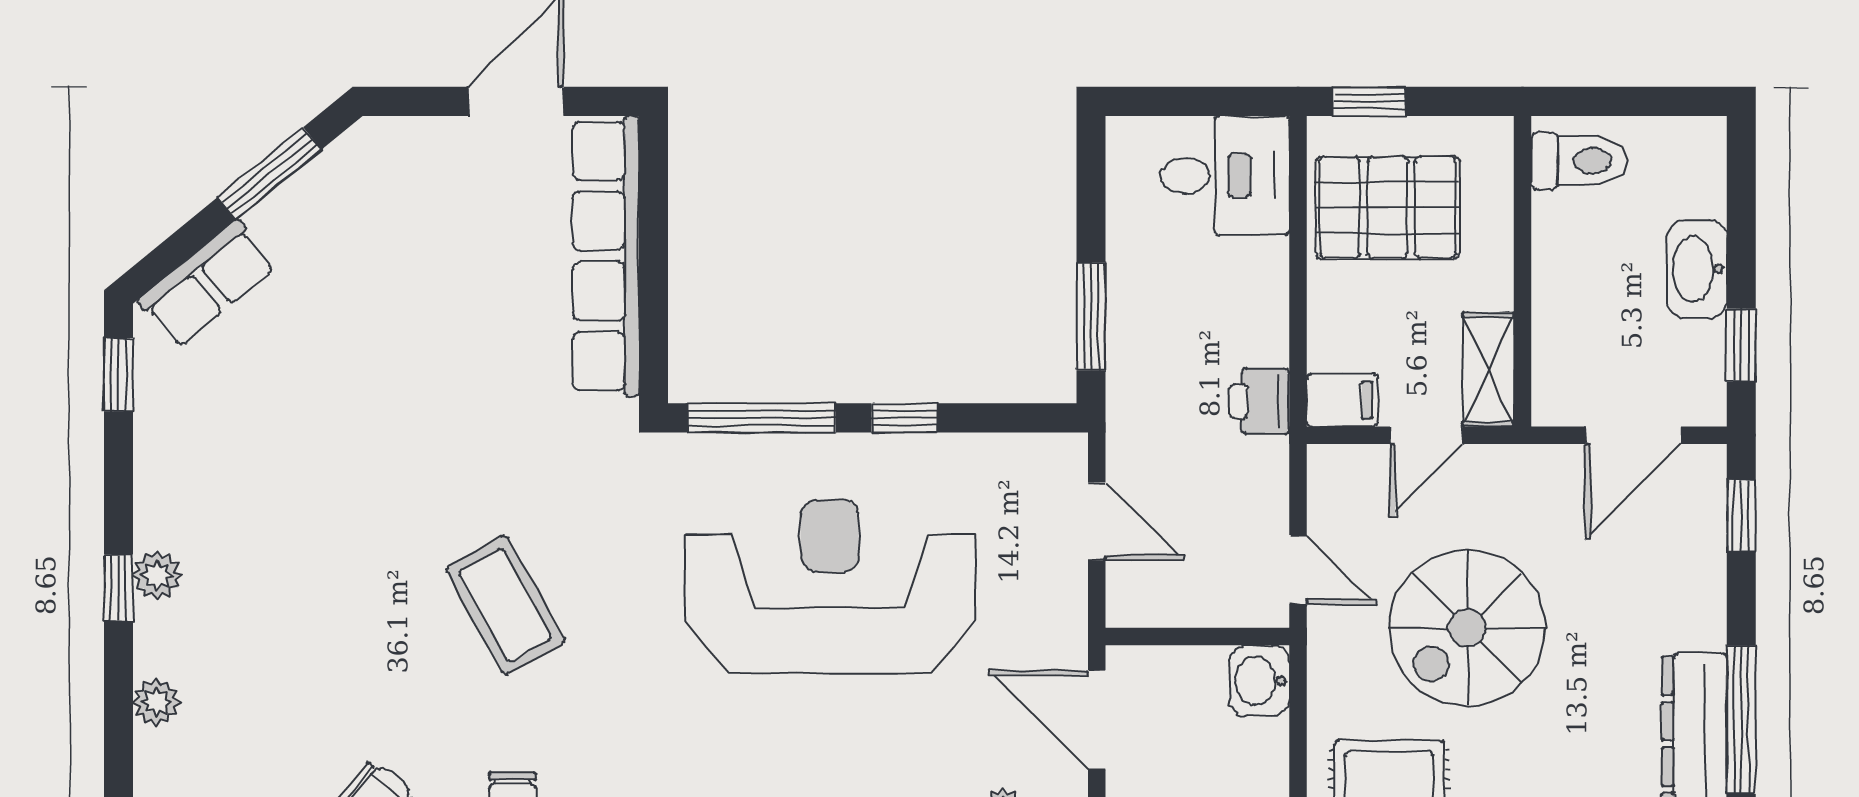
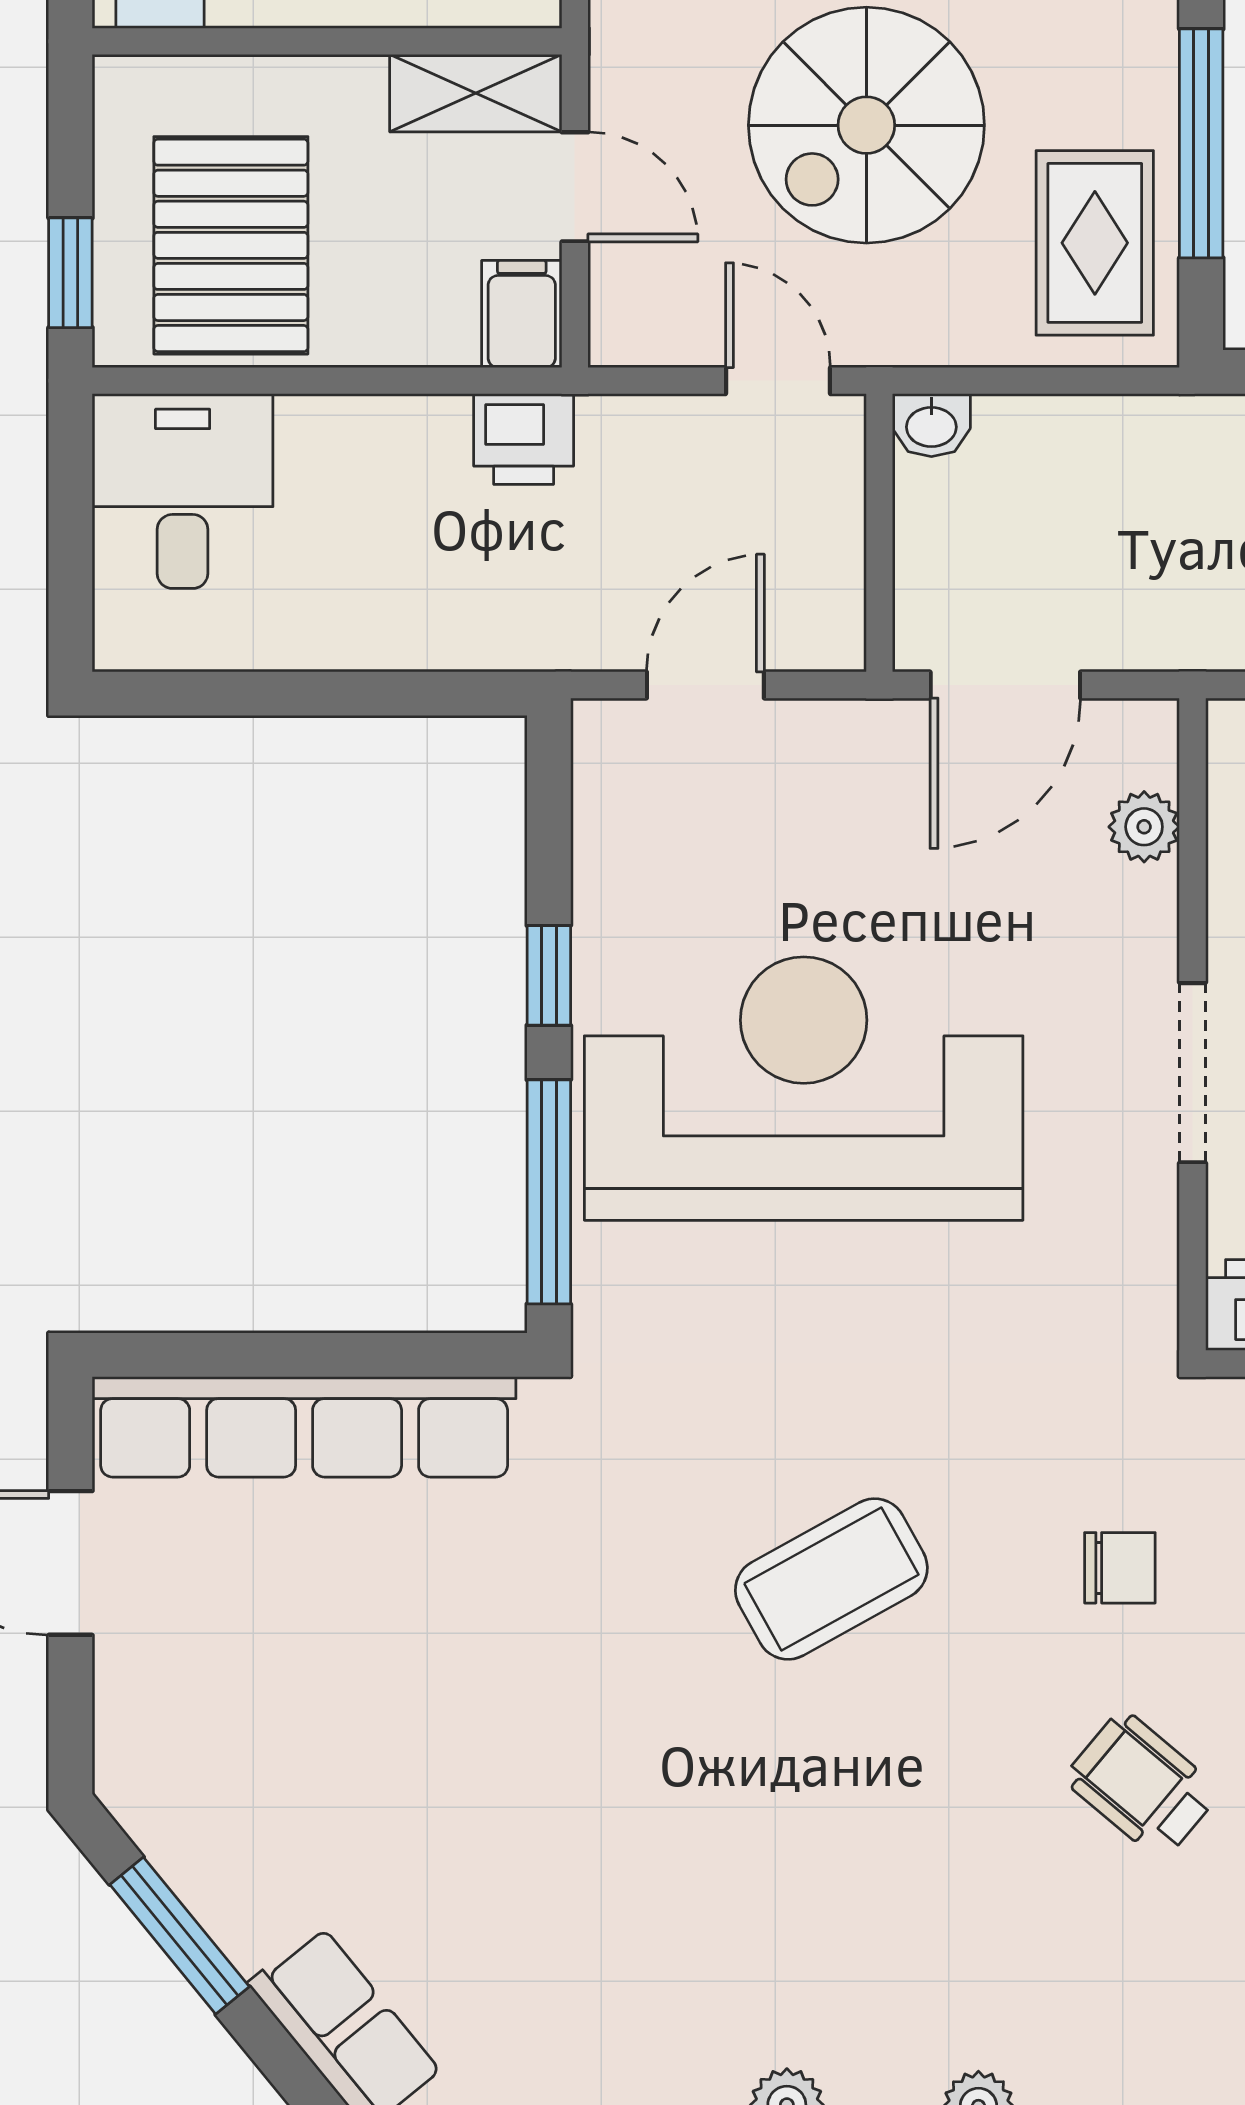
window: (1091, 317) -> (396, 694), removed
door: (1298, 569) -> (778, 381), hinge flipped
reception desk: (830, 586) -> (804, 1089), turned 90
spiral stairs: (1467, 628) -> (866, 125), turned 90
washbasin: (1259, 681) -> (931, 425), width x0.72, depth x0.69

